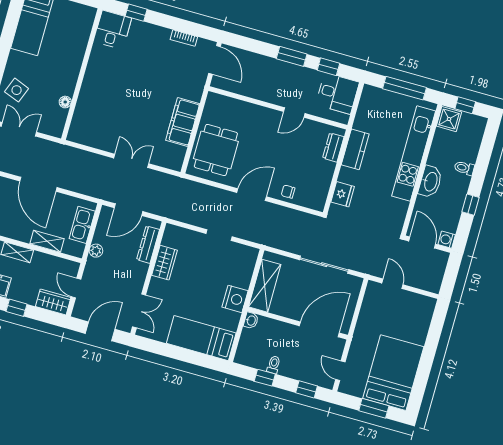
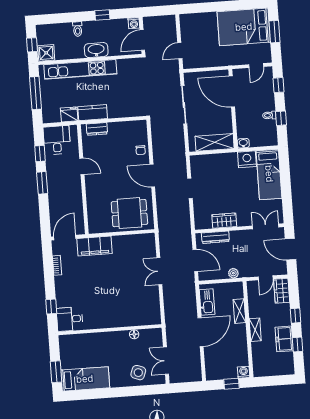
filing cabinet: (183, 122) -> (95, 246), moved
fridge: (343, 194) -> (69, 114), moved
kitchen sink: (82, 225) -> (207, 302), moved, turned -90
nightstand: (235, 299) -> (247, 159), moved

